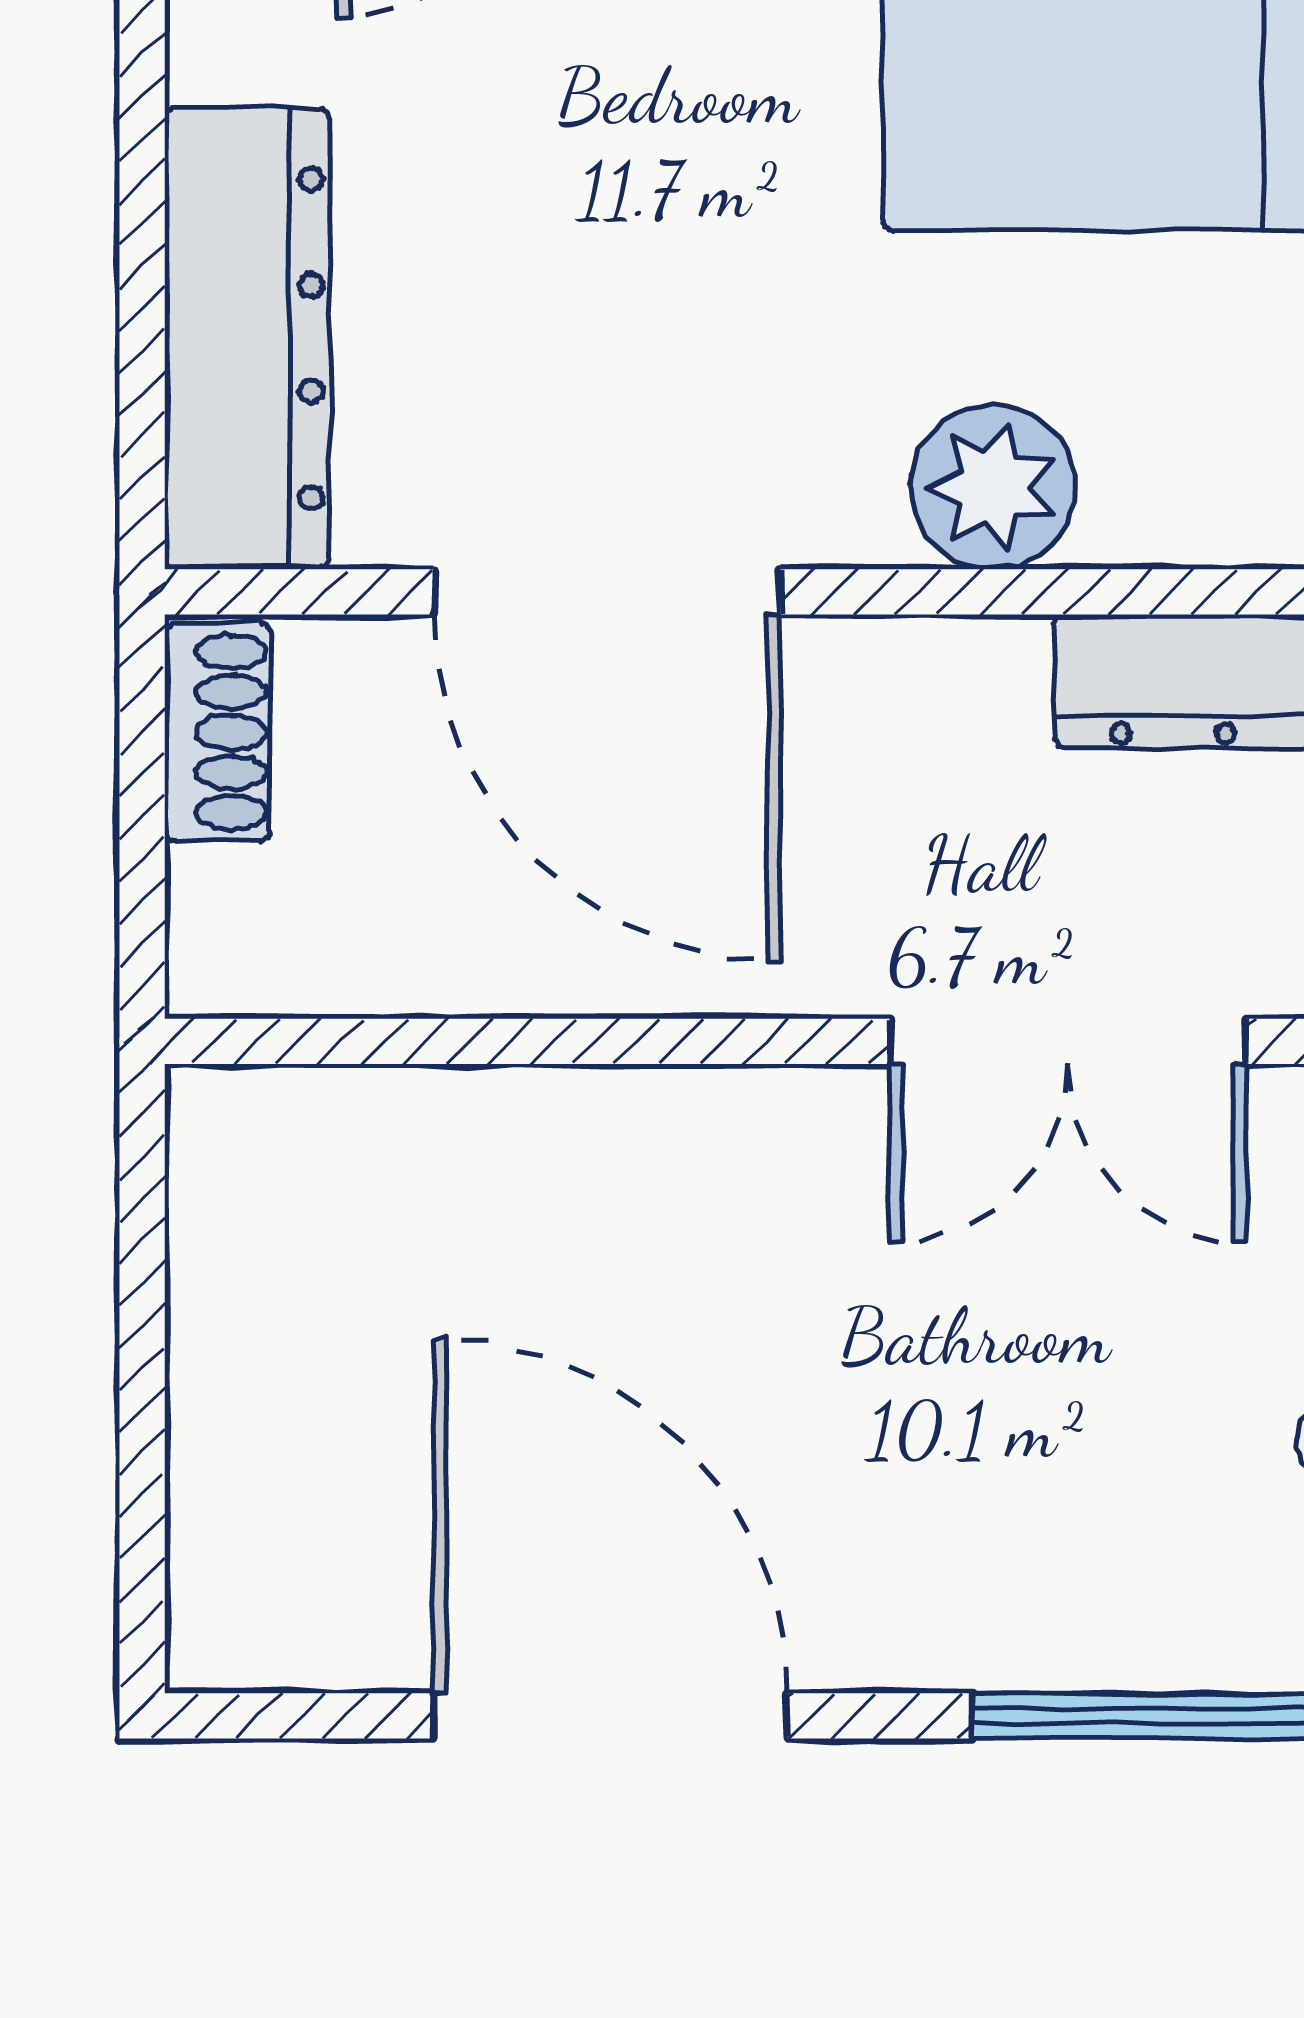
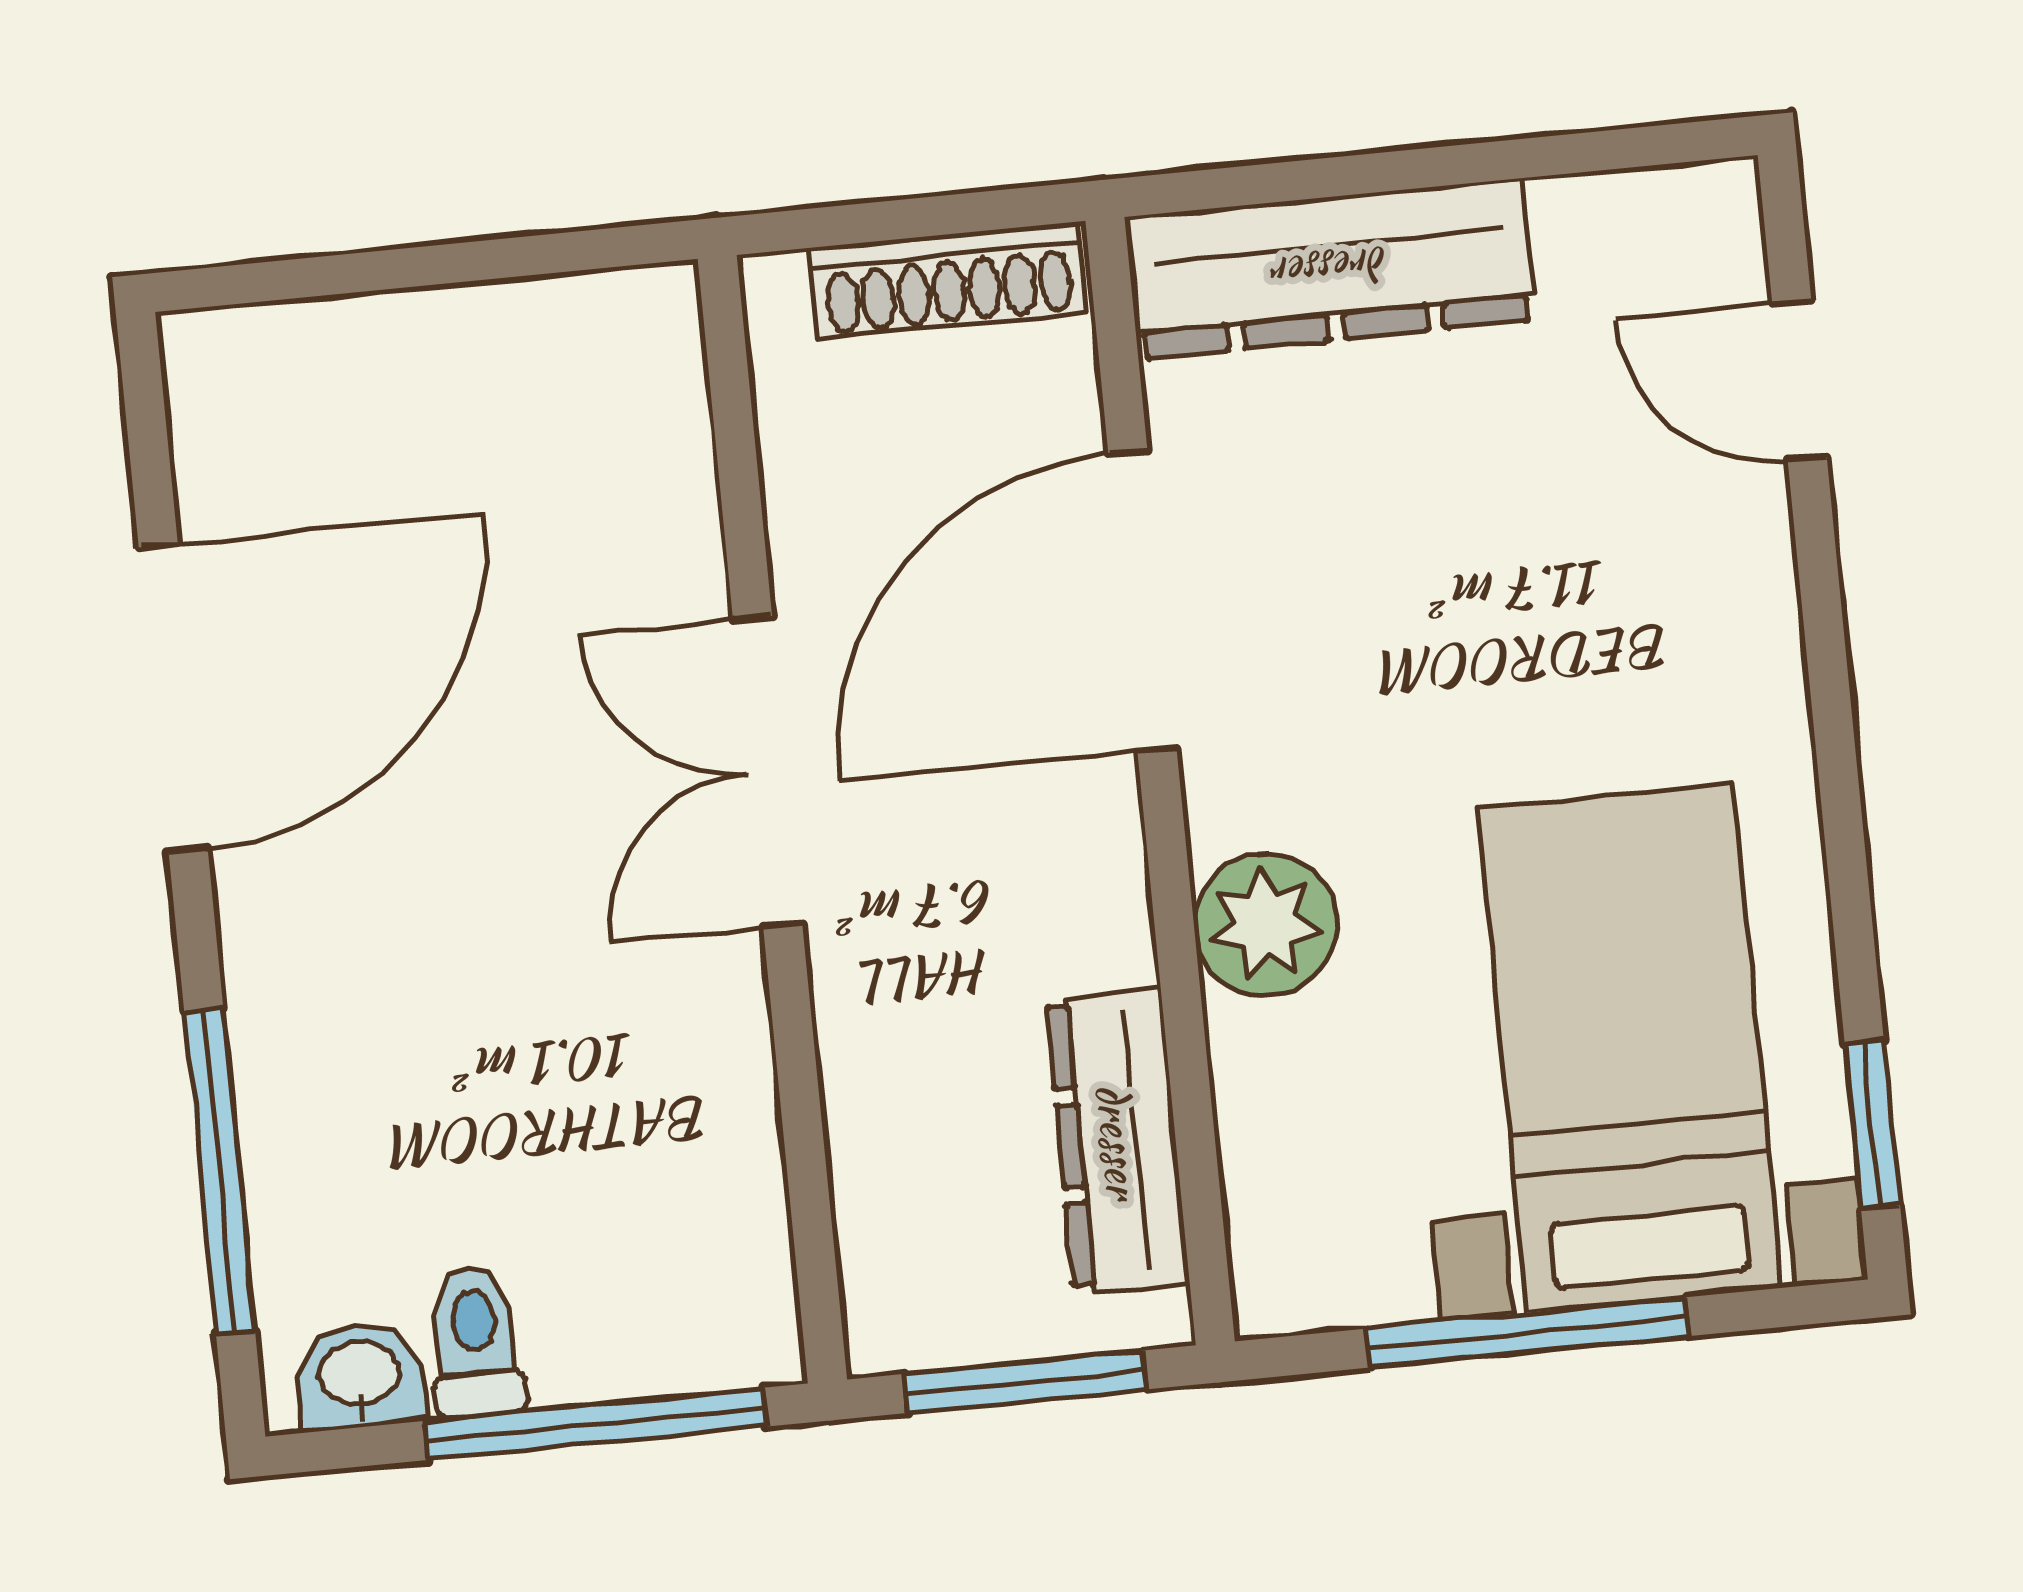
shoe rack: (218, 732) -> (948, 280), width x1.43
double door: (1068, 1041) -> (768, 772), moved

